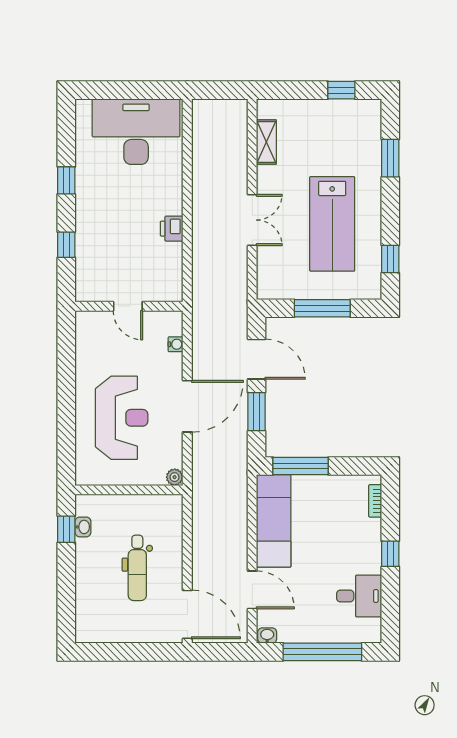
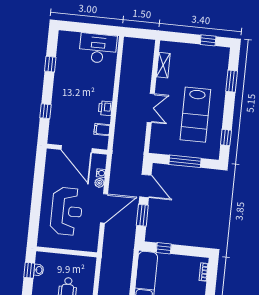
desk: (136, 132) -> (98, 48), width x0.73, depth x0.77
window: (66, 180) -> (50, 64), moved
filing cabinet: (170, 267) -> (102, 129), added
door: (128, 306) -> (76, 149), width x1.87
window: (300, 466) -> (164, 248), width x0.46
plant: (175, 477) -> (99, 183), moved

